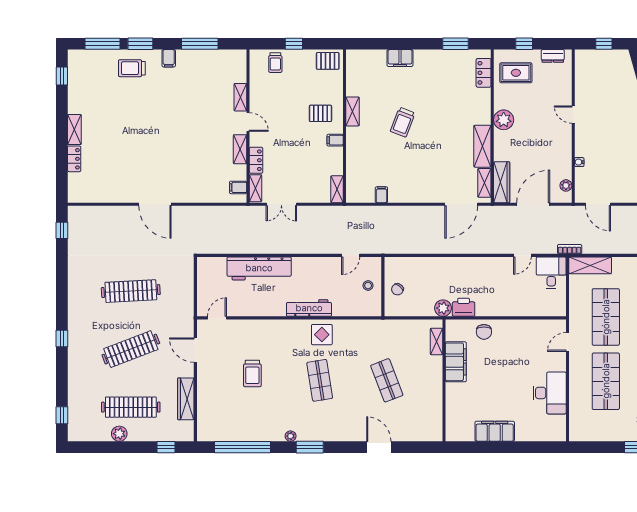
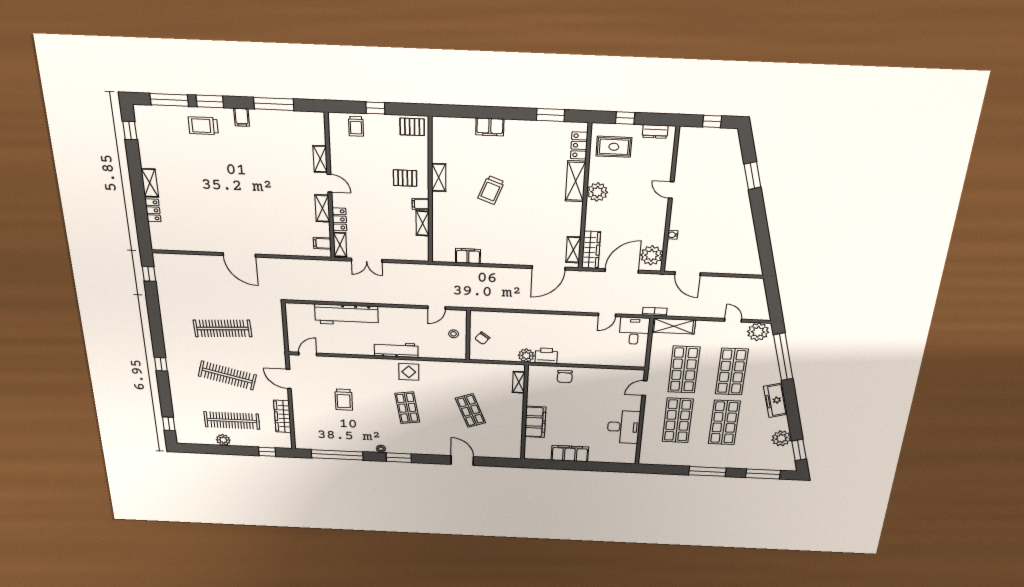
shelving: (482, 146) -> (576, 181), moved
plant: (566, 185) -> (651, 255), width x1.88, depth x1.88
shelving: (337, 189) -> (423, 223), moved
filing cabinet: (381, 195) -> (468, 256), width x2.00
clothes rail: (131, 349) -> (227, 375), turned 36
filing cabinet: (456, 362) -> (535, 422), moved

